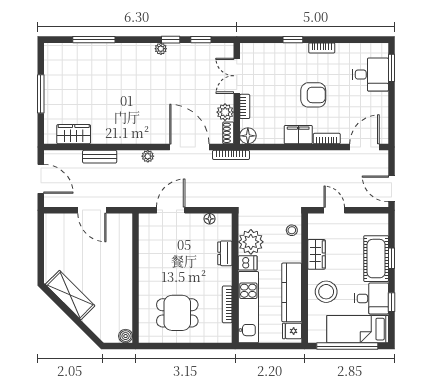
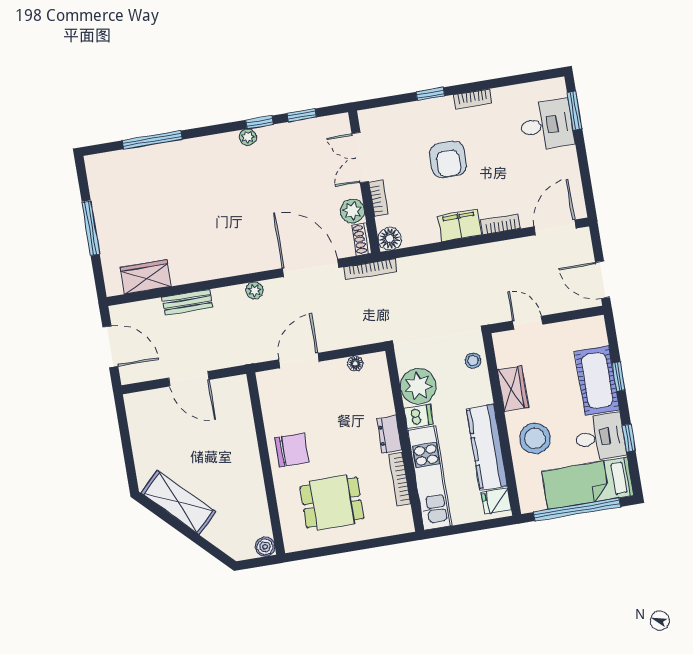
armchair: (313, 95) -> (448, 159), moved, turned 90
dresser: (225, 253) -> (389, 435), moved
chair: (155, 272) -> (292, 450), added

